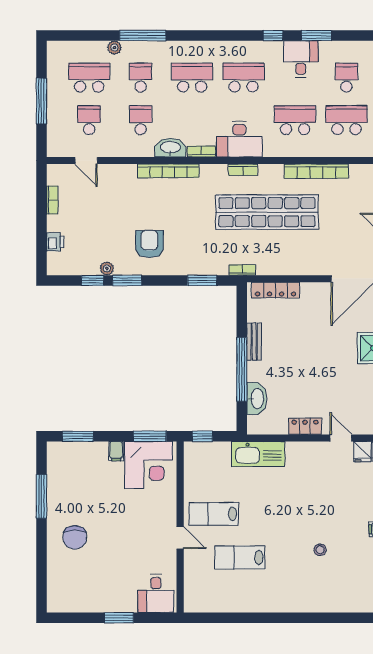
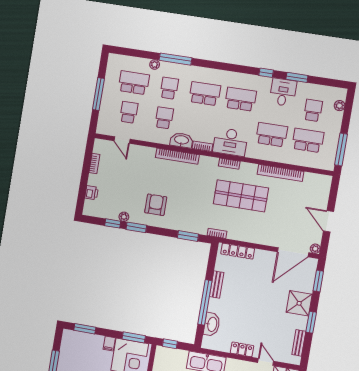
shop shelf: (267, 212) -> (241, 196), width x0.71

